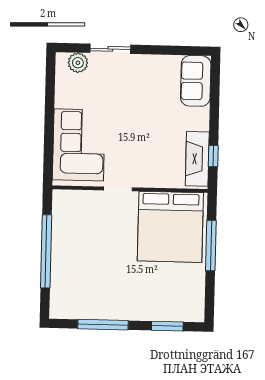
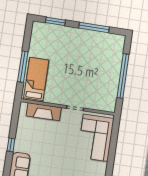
window: (213, 156) -> (11, 145), moved
fireplace: (197, 159) -> (44, 112), moved, turned 90
bed: (170, 227) -> (36, 80), width x0.49

